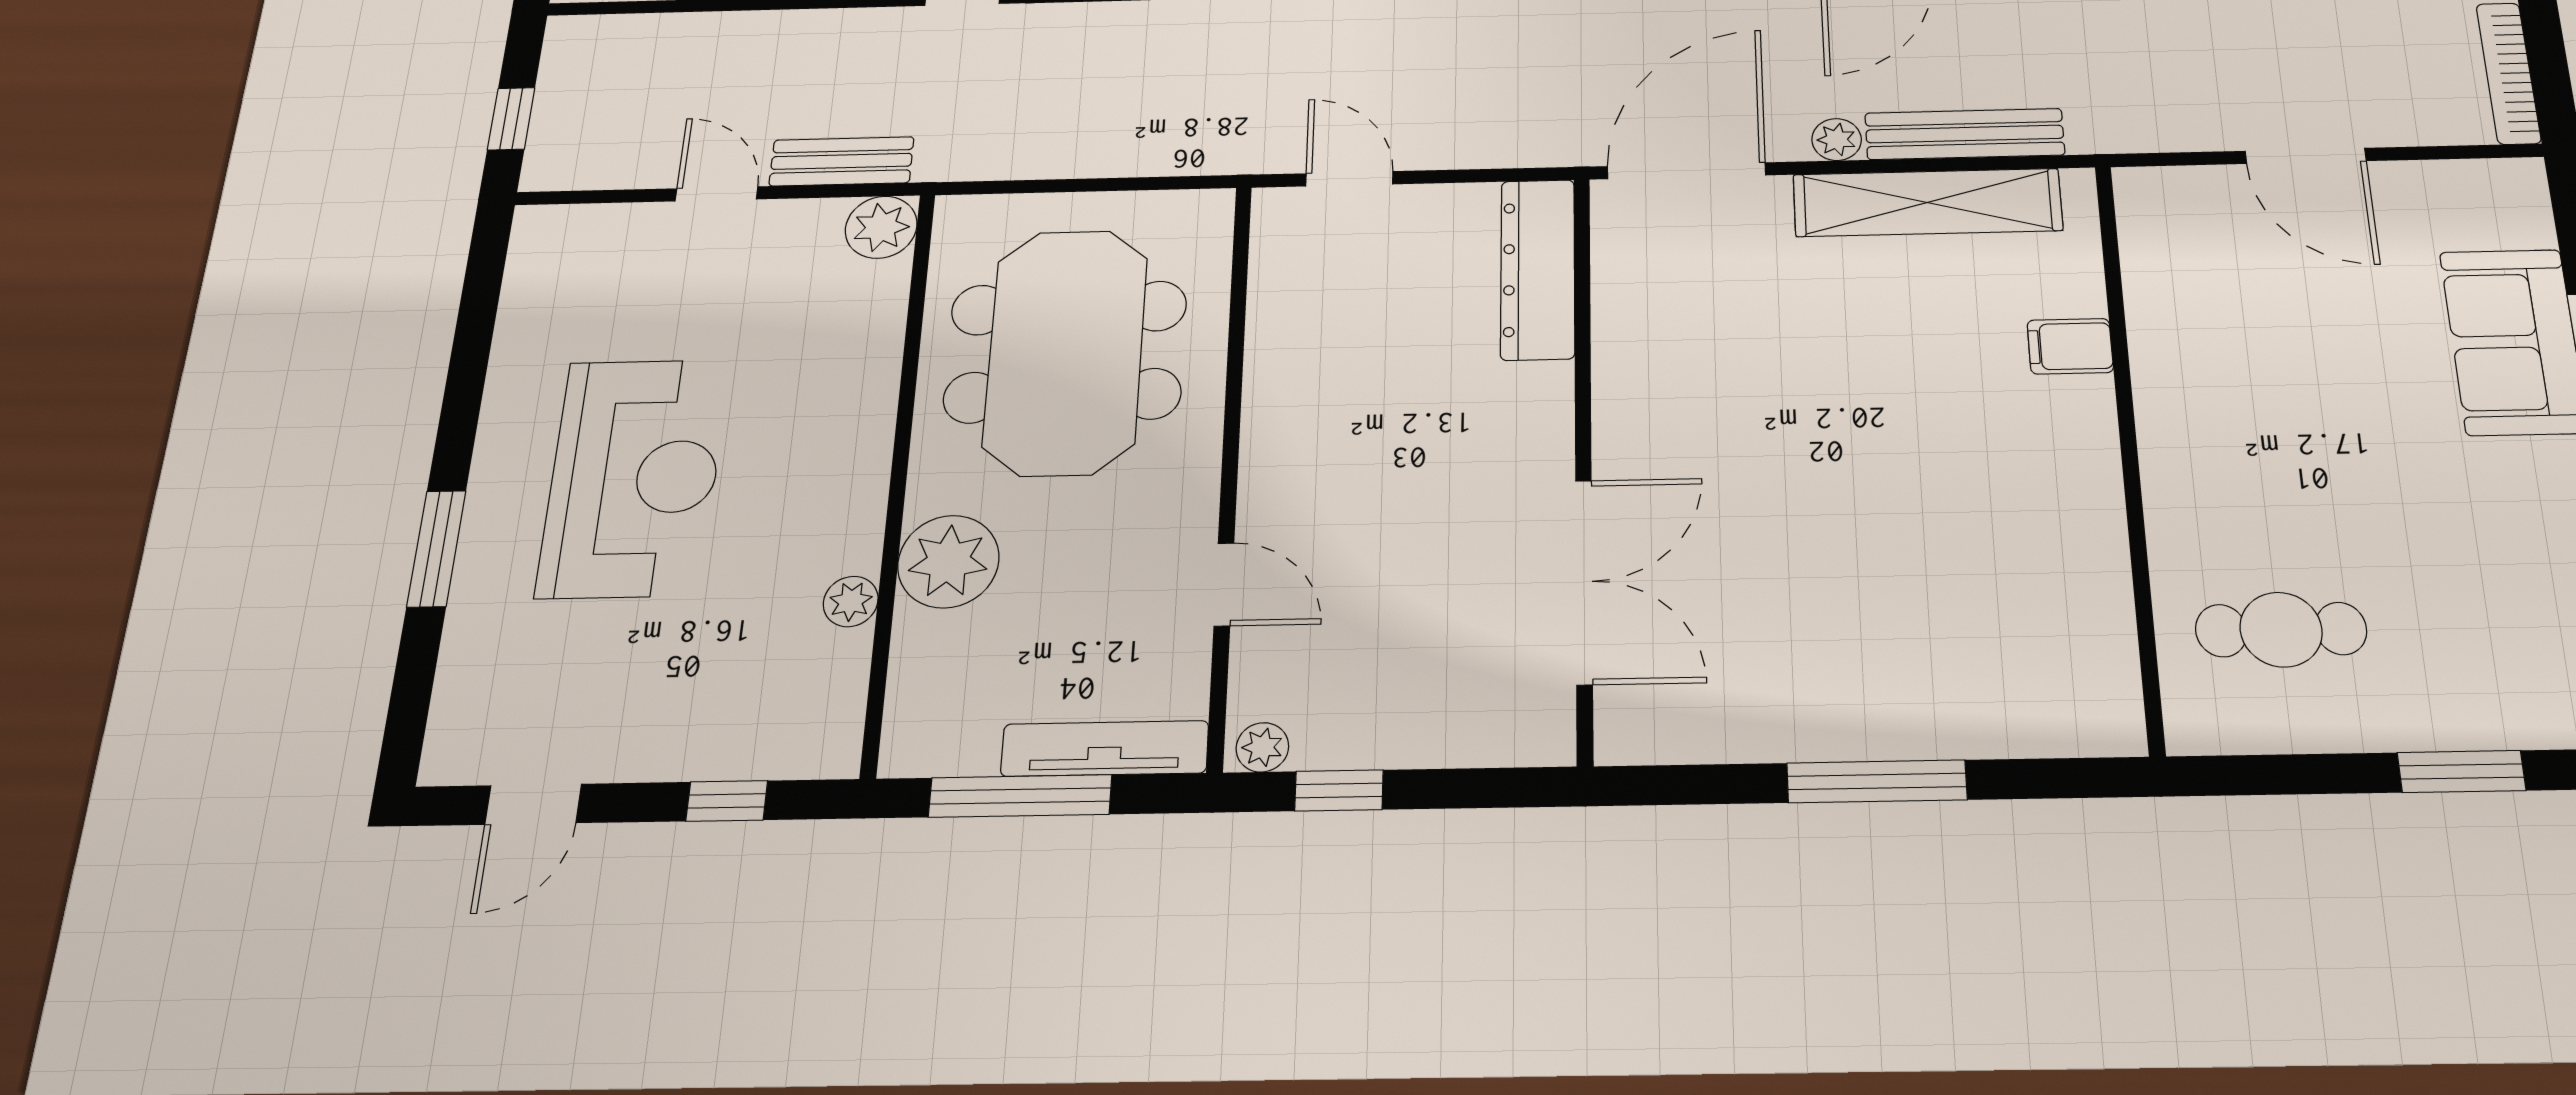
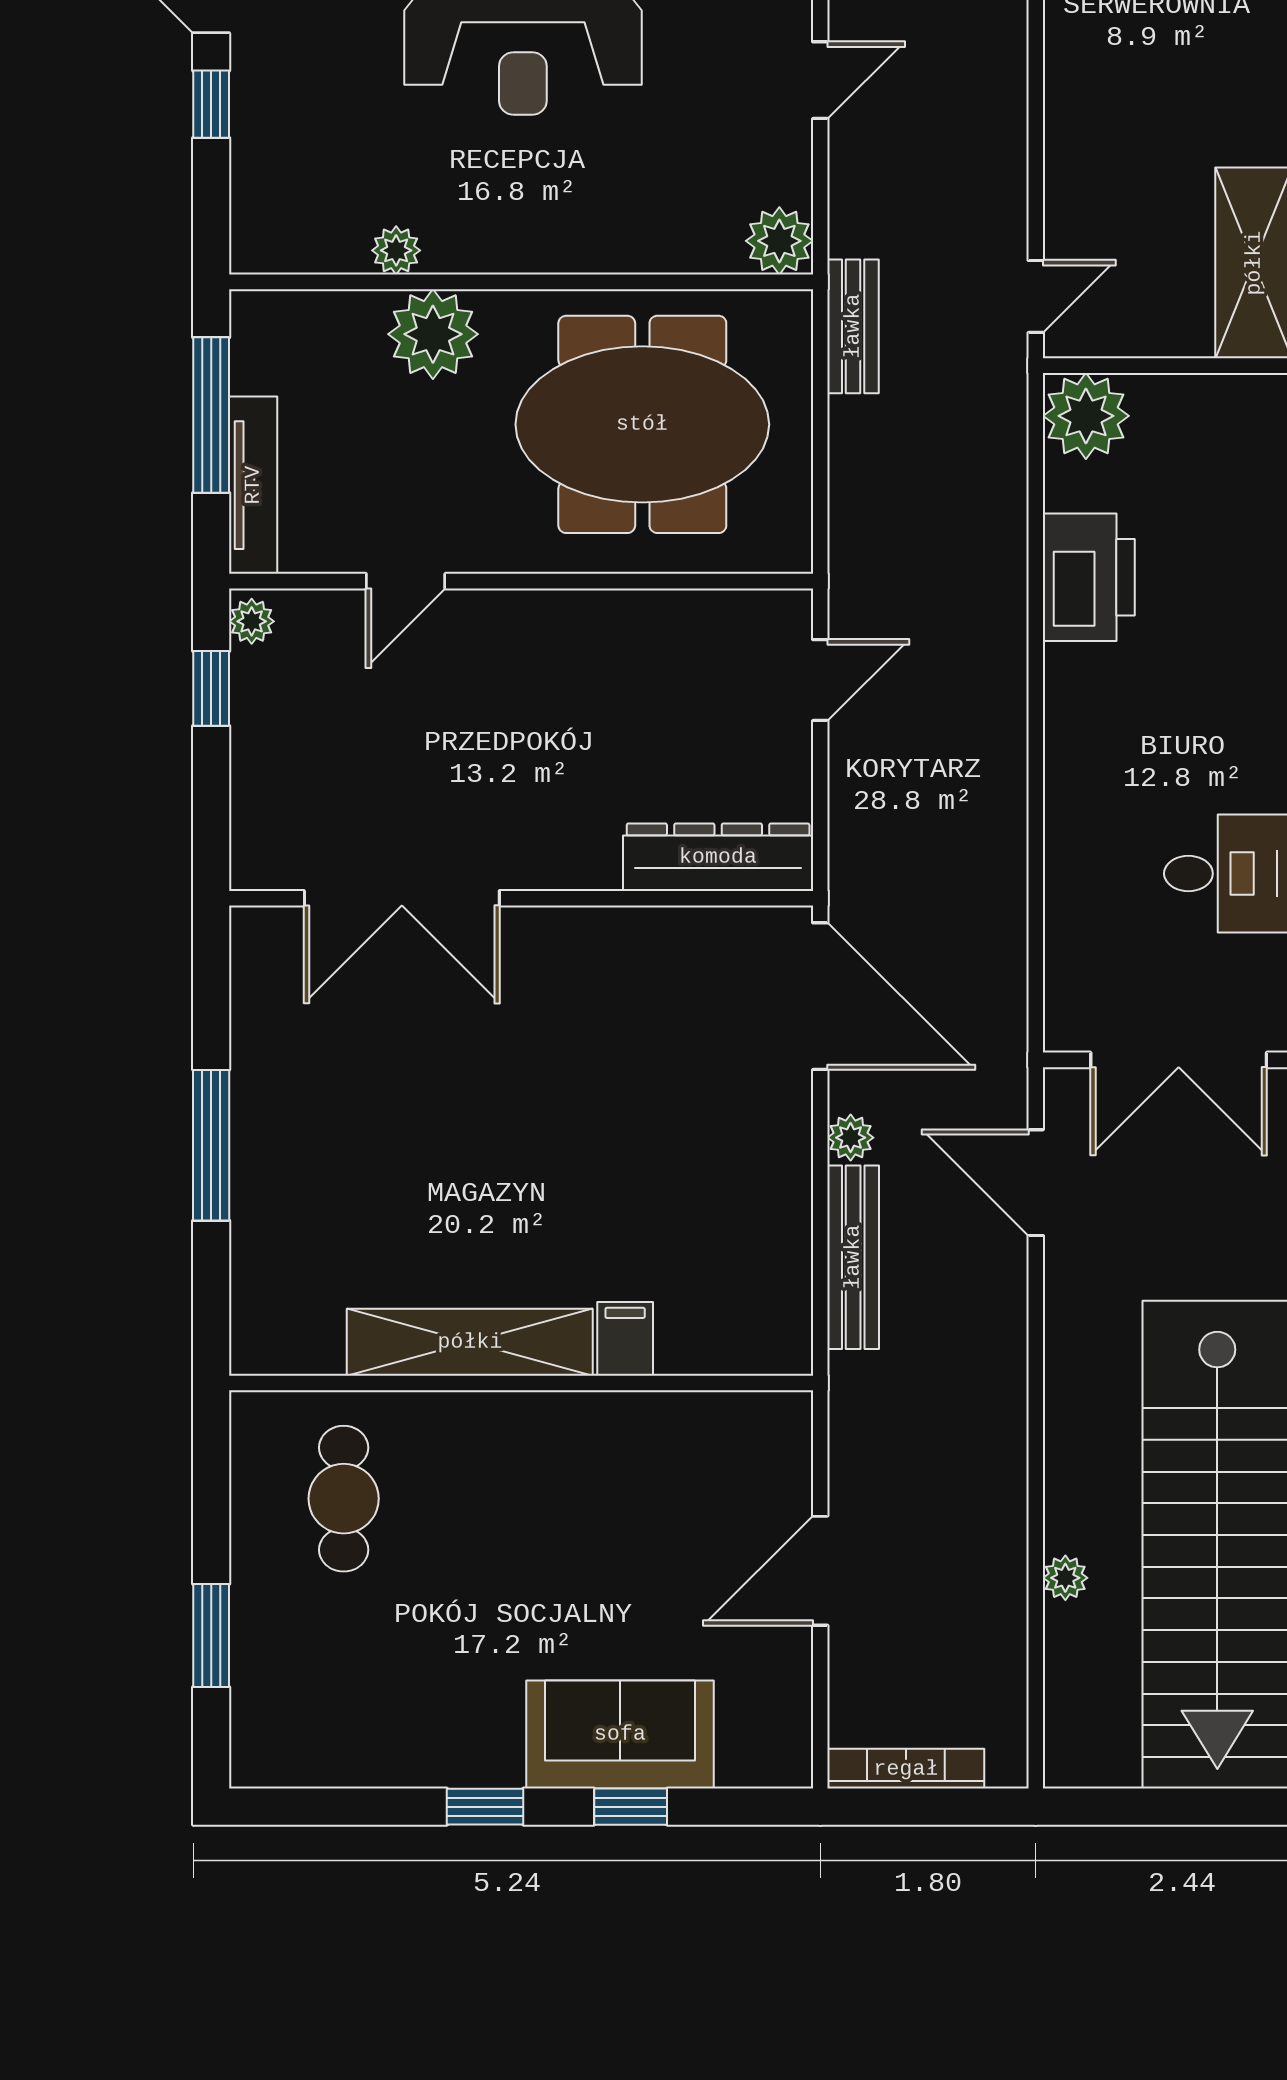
bench: (842, 161) -> (853, 326), moved
shelving: (1927, 203) -> (470, 1342), moved, turned 90
window: (727, 801) -> (211, 104), moved

